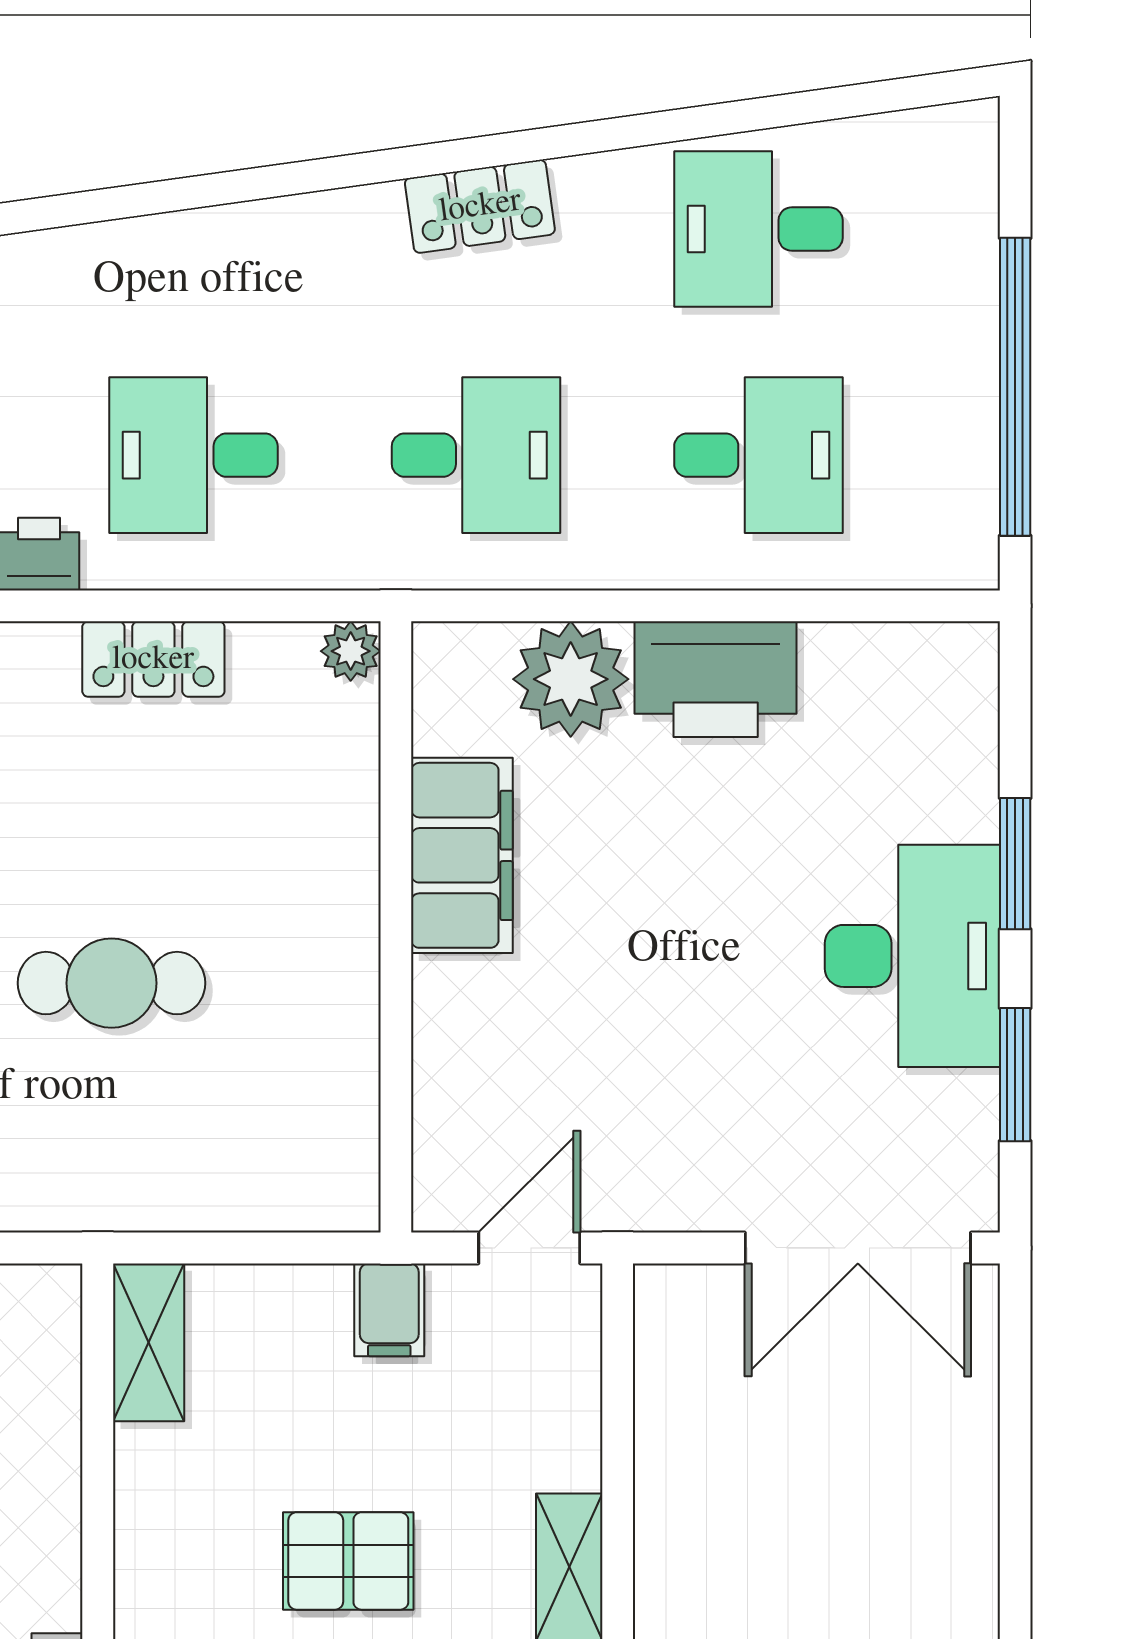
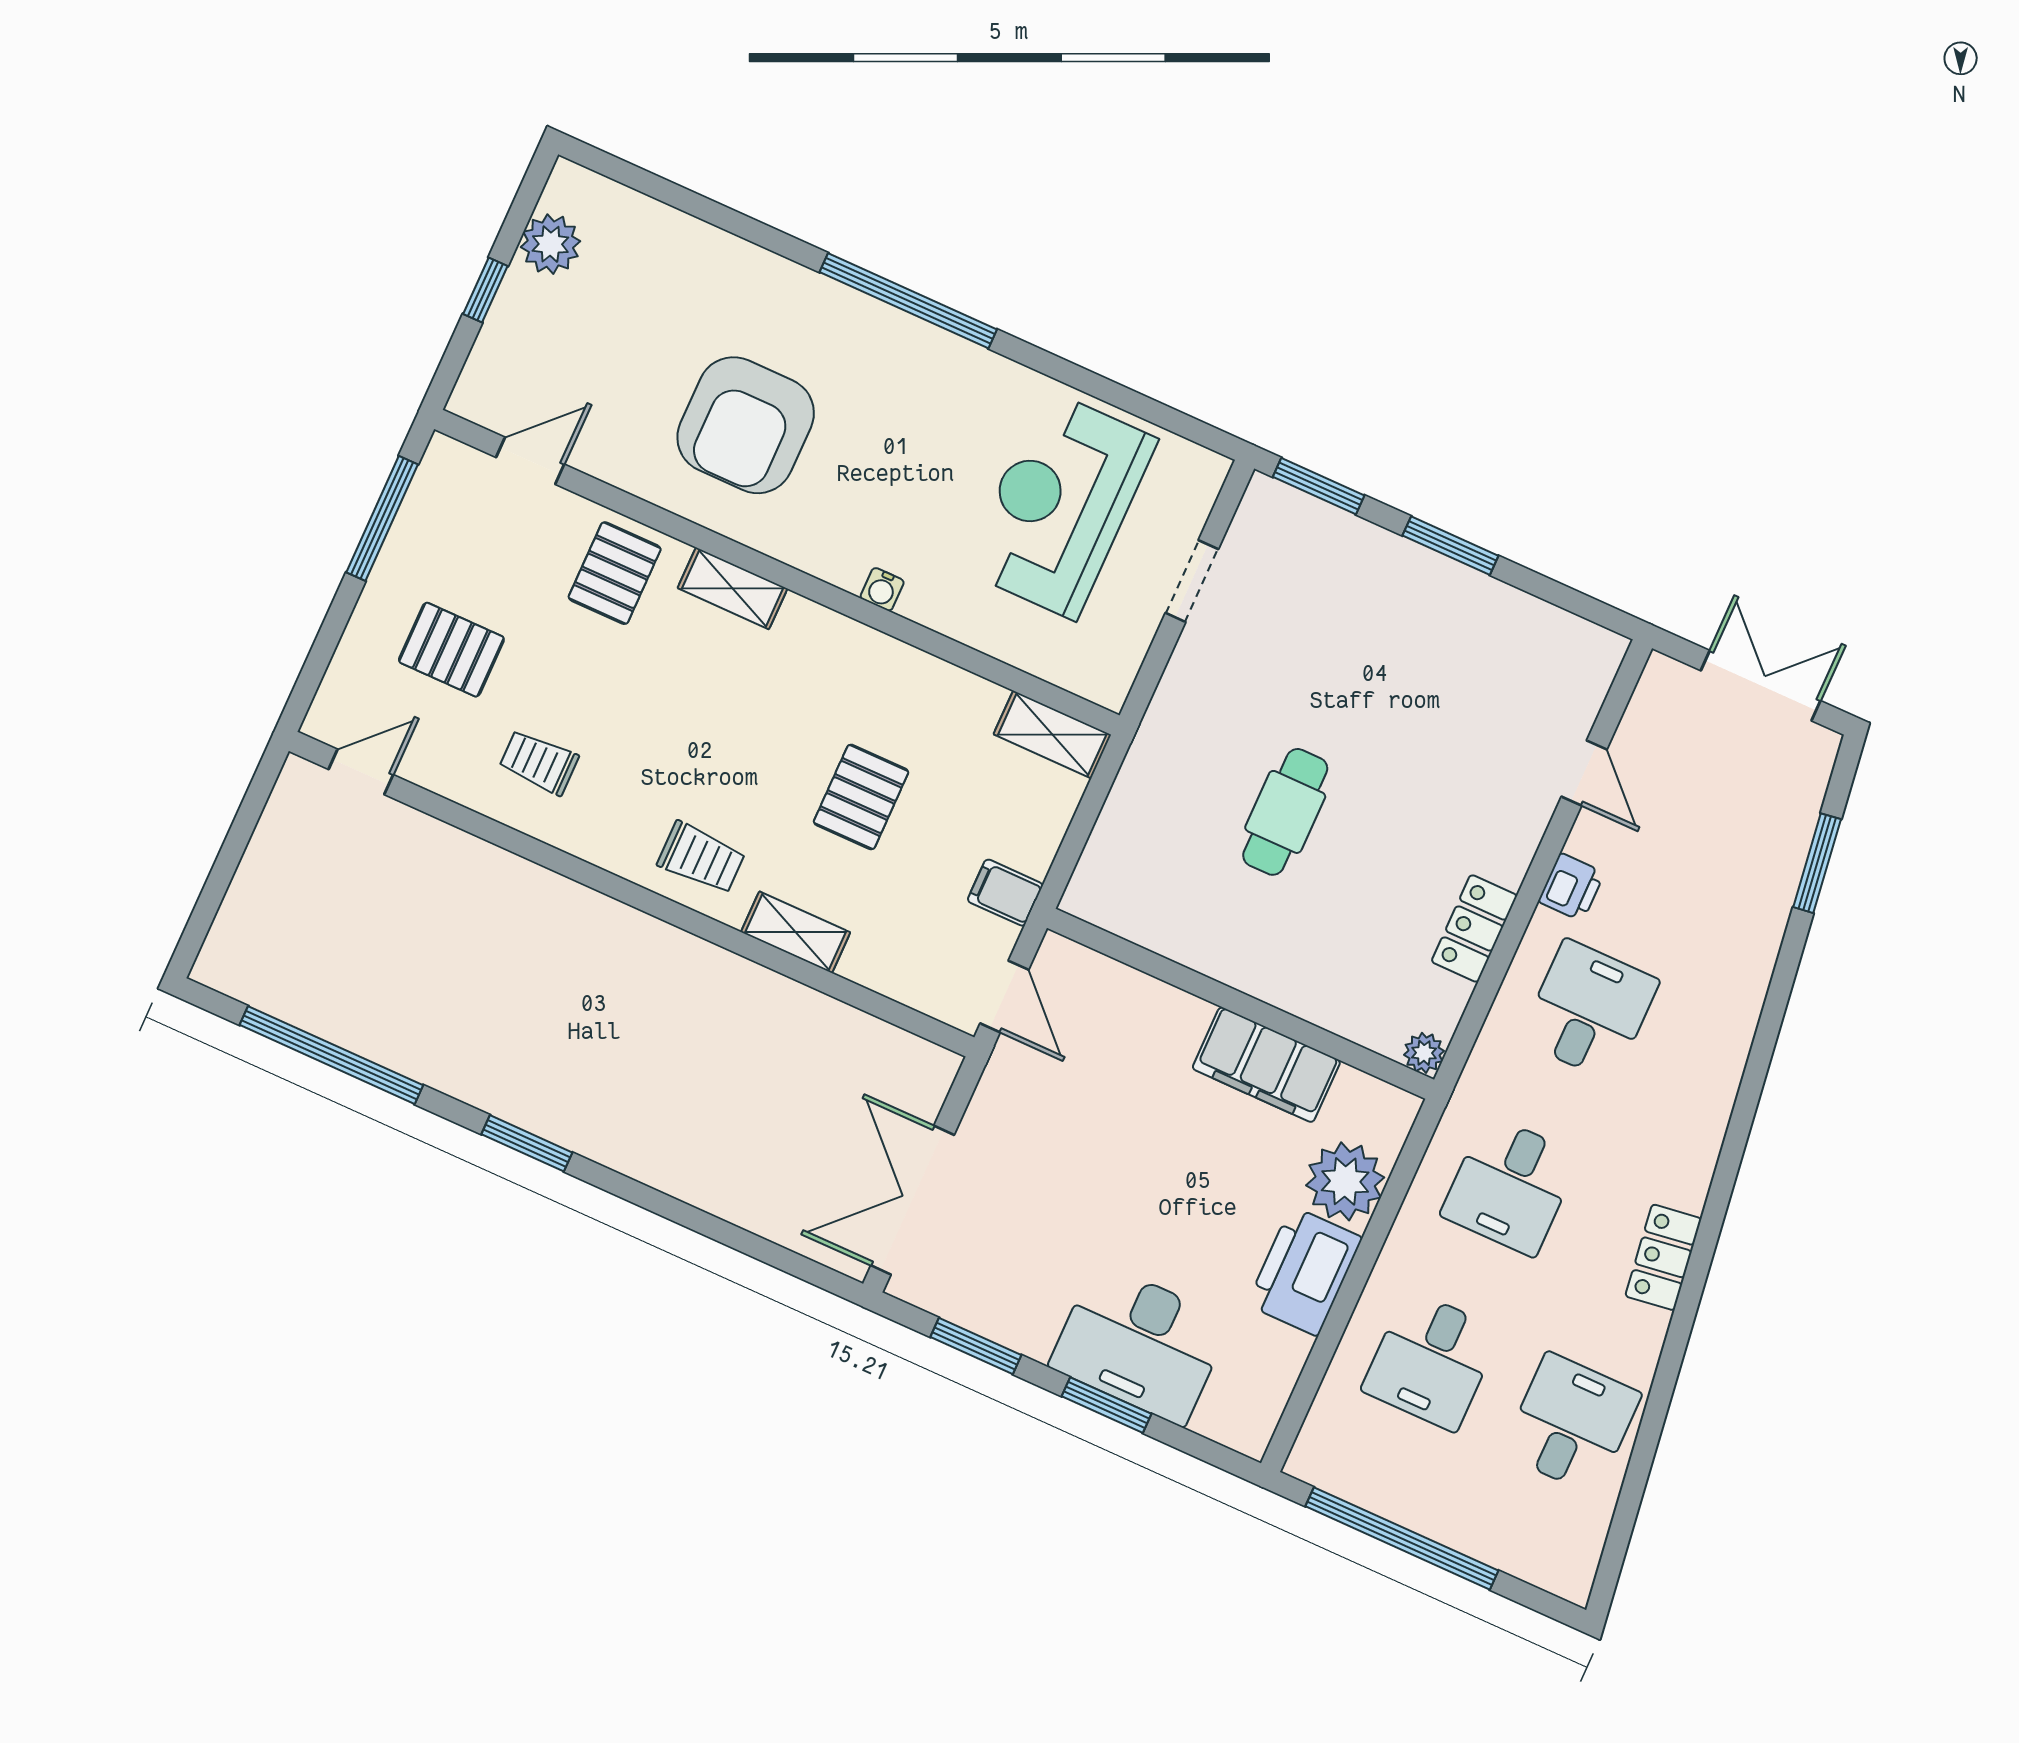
desk: (912, 956) -> (1140, 1344), moved

